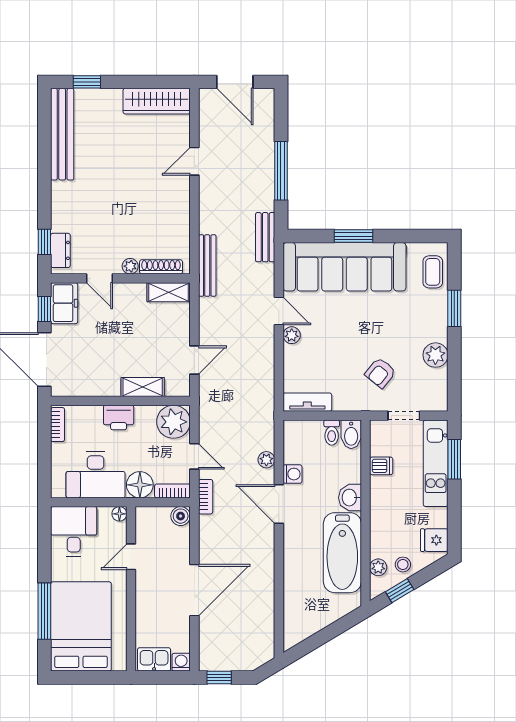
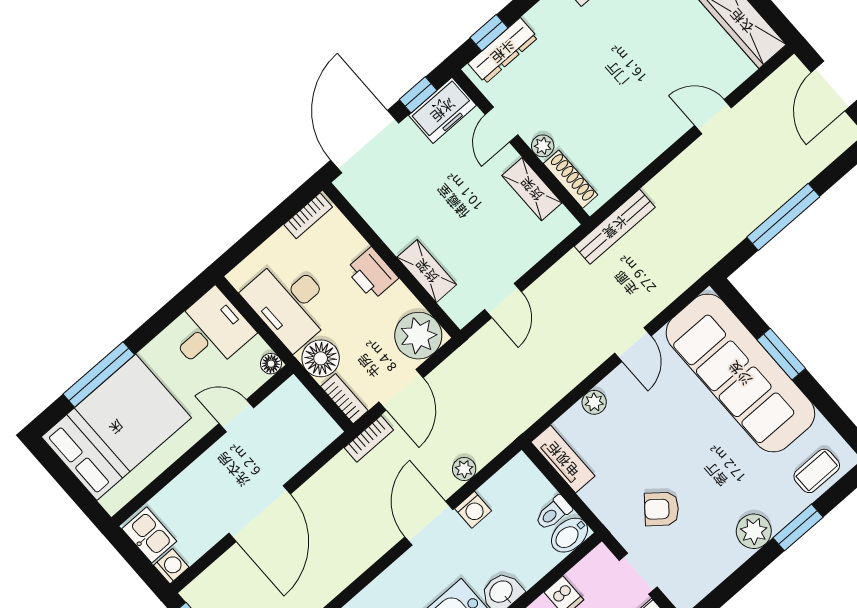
bench: (265, 237) -> (698, 262), removed
dresser: (60, 250) -> (503, 51), width x1.44
shelving: (169, 292) -> (532, 189), moved
plant: (292, 335) -> (594, 402), moved
plant: (435, 355) -> (754, 531), moved
door: (194, 360) -> (503, 301), hinge flipped
door: (194, 456) -> (401, 390), width x1.38
boiler: (181, 516) -> (325, 430), removed
door: (194, 590) -> (260, 514), hinge flipped

